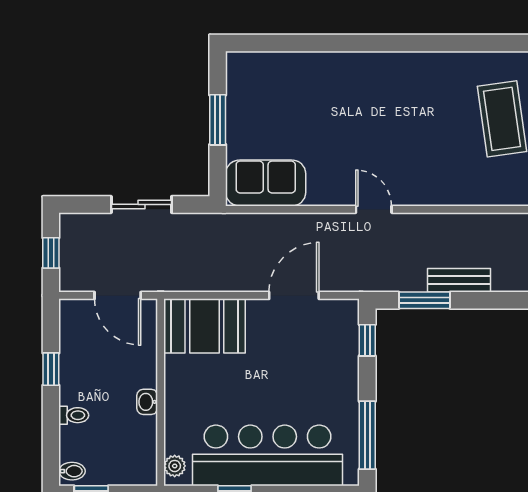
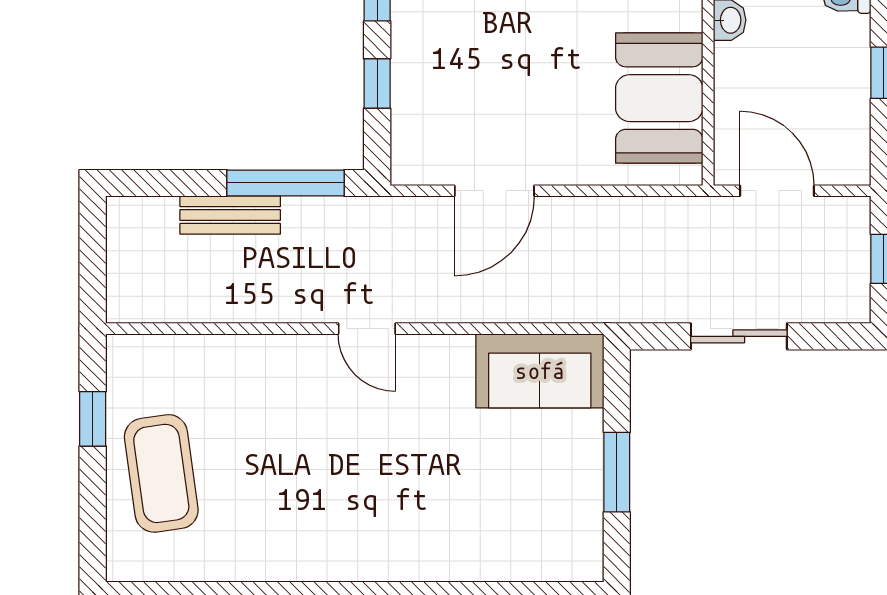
window: (424, 300) -> (285, 183), width x1.44
booth: (204, 326) -> (659, 98), moved, turned 90
window: (367, 340) -> (377, 83), moved

